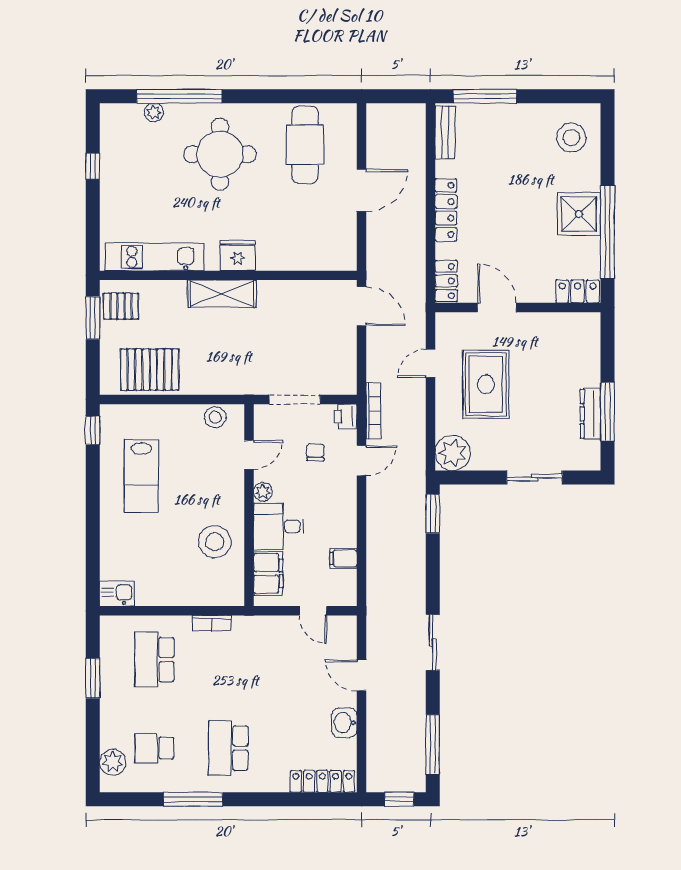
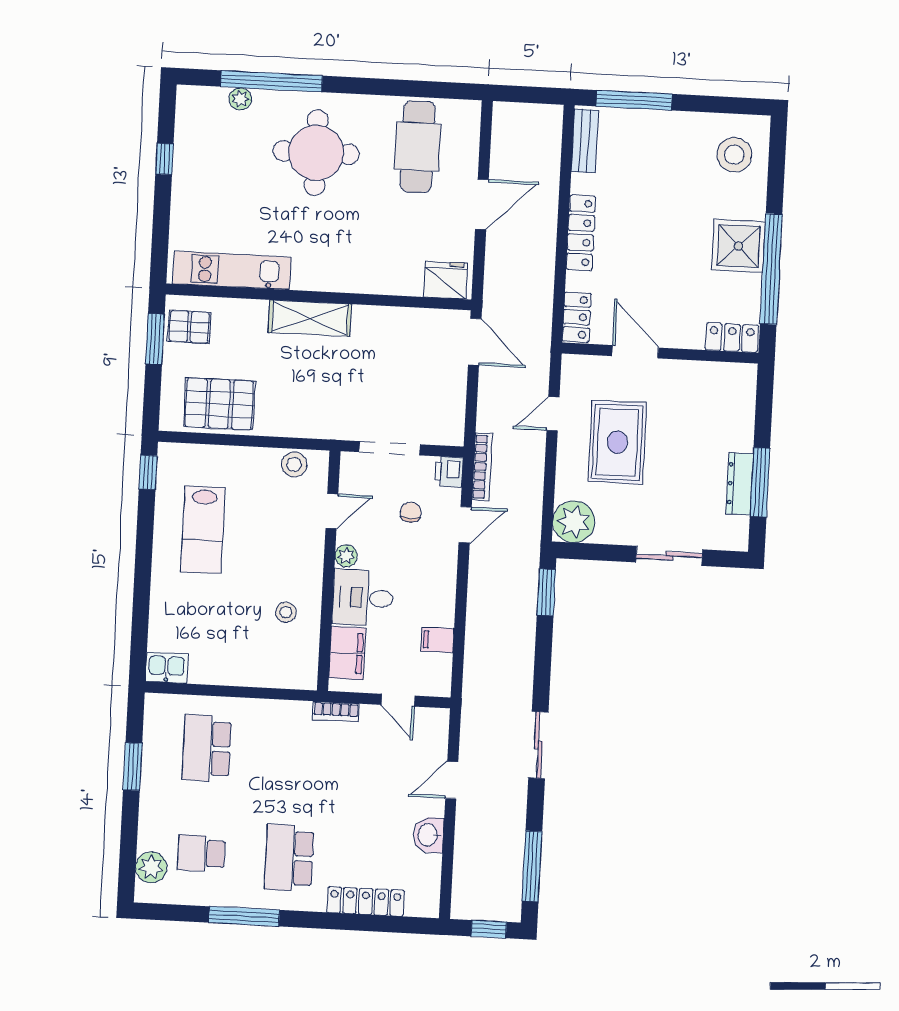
fridge: (238, 256) -> (445, 280), moved
stool: (215, 542) -> (286, 612), width x0.53, depth x0.53
bookcase: (212, 623) -> (336, 712), moved
door: (362, 676) -> (452, 780), hinge flipped
locker: (322, 781) -> (366, 901), moved

